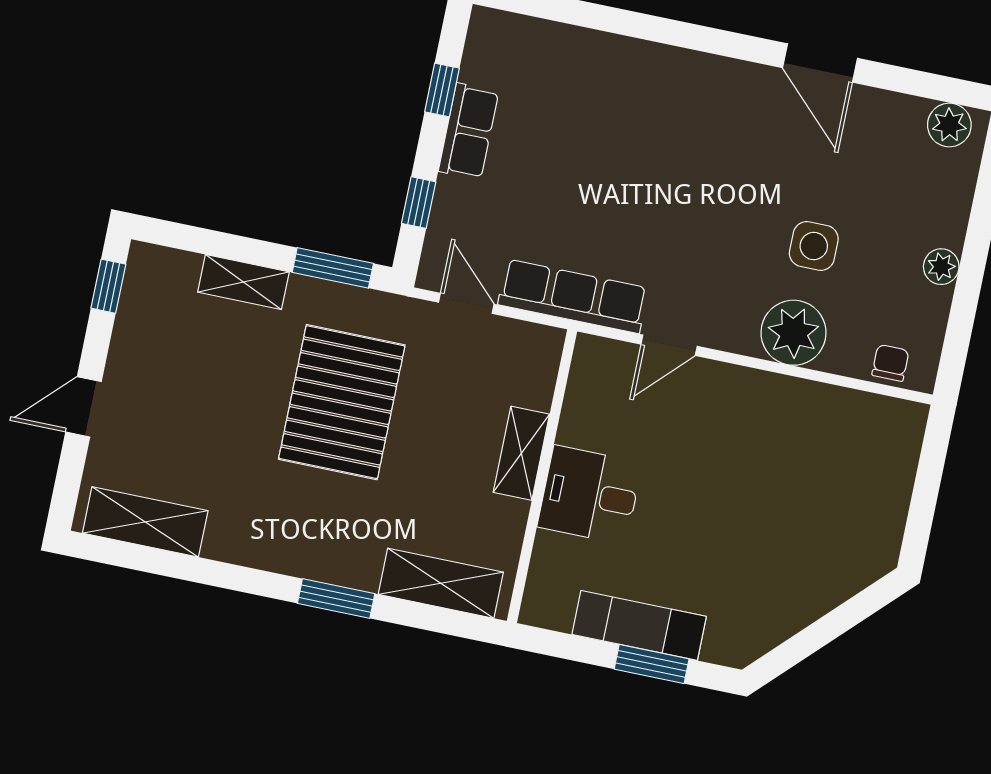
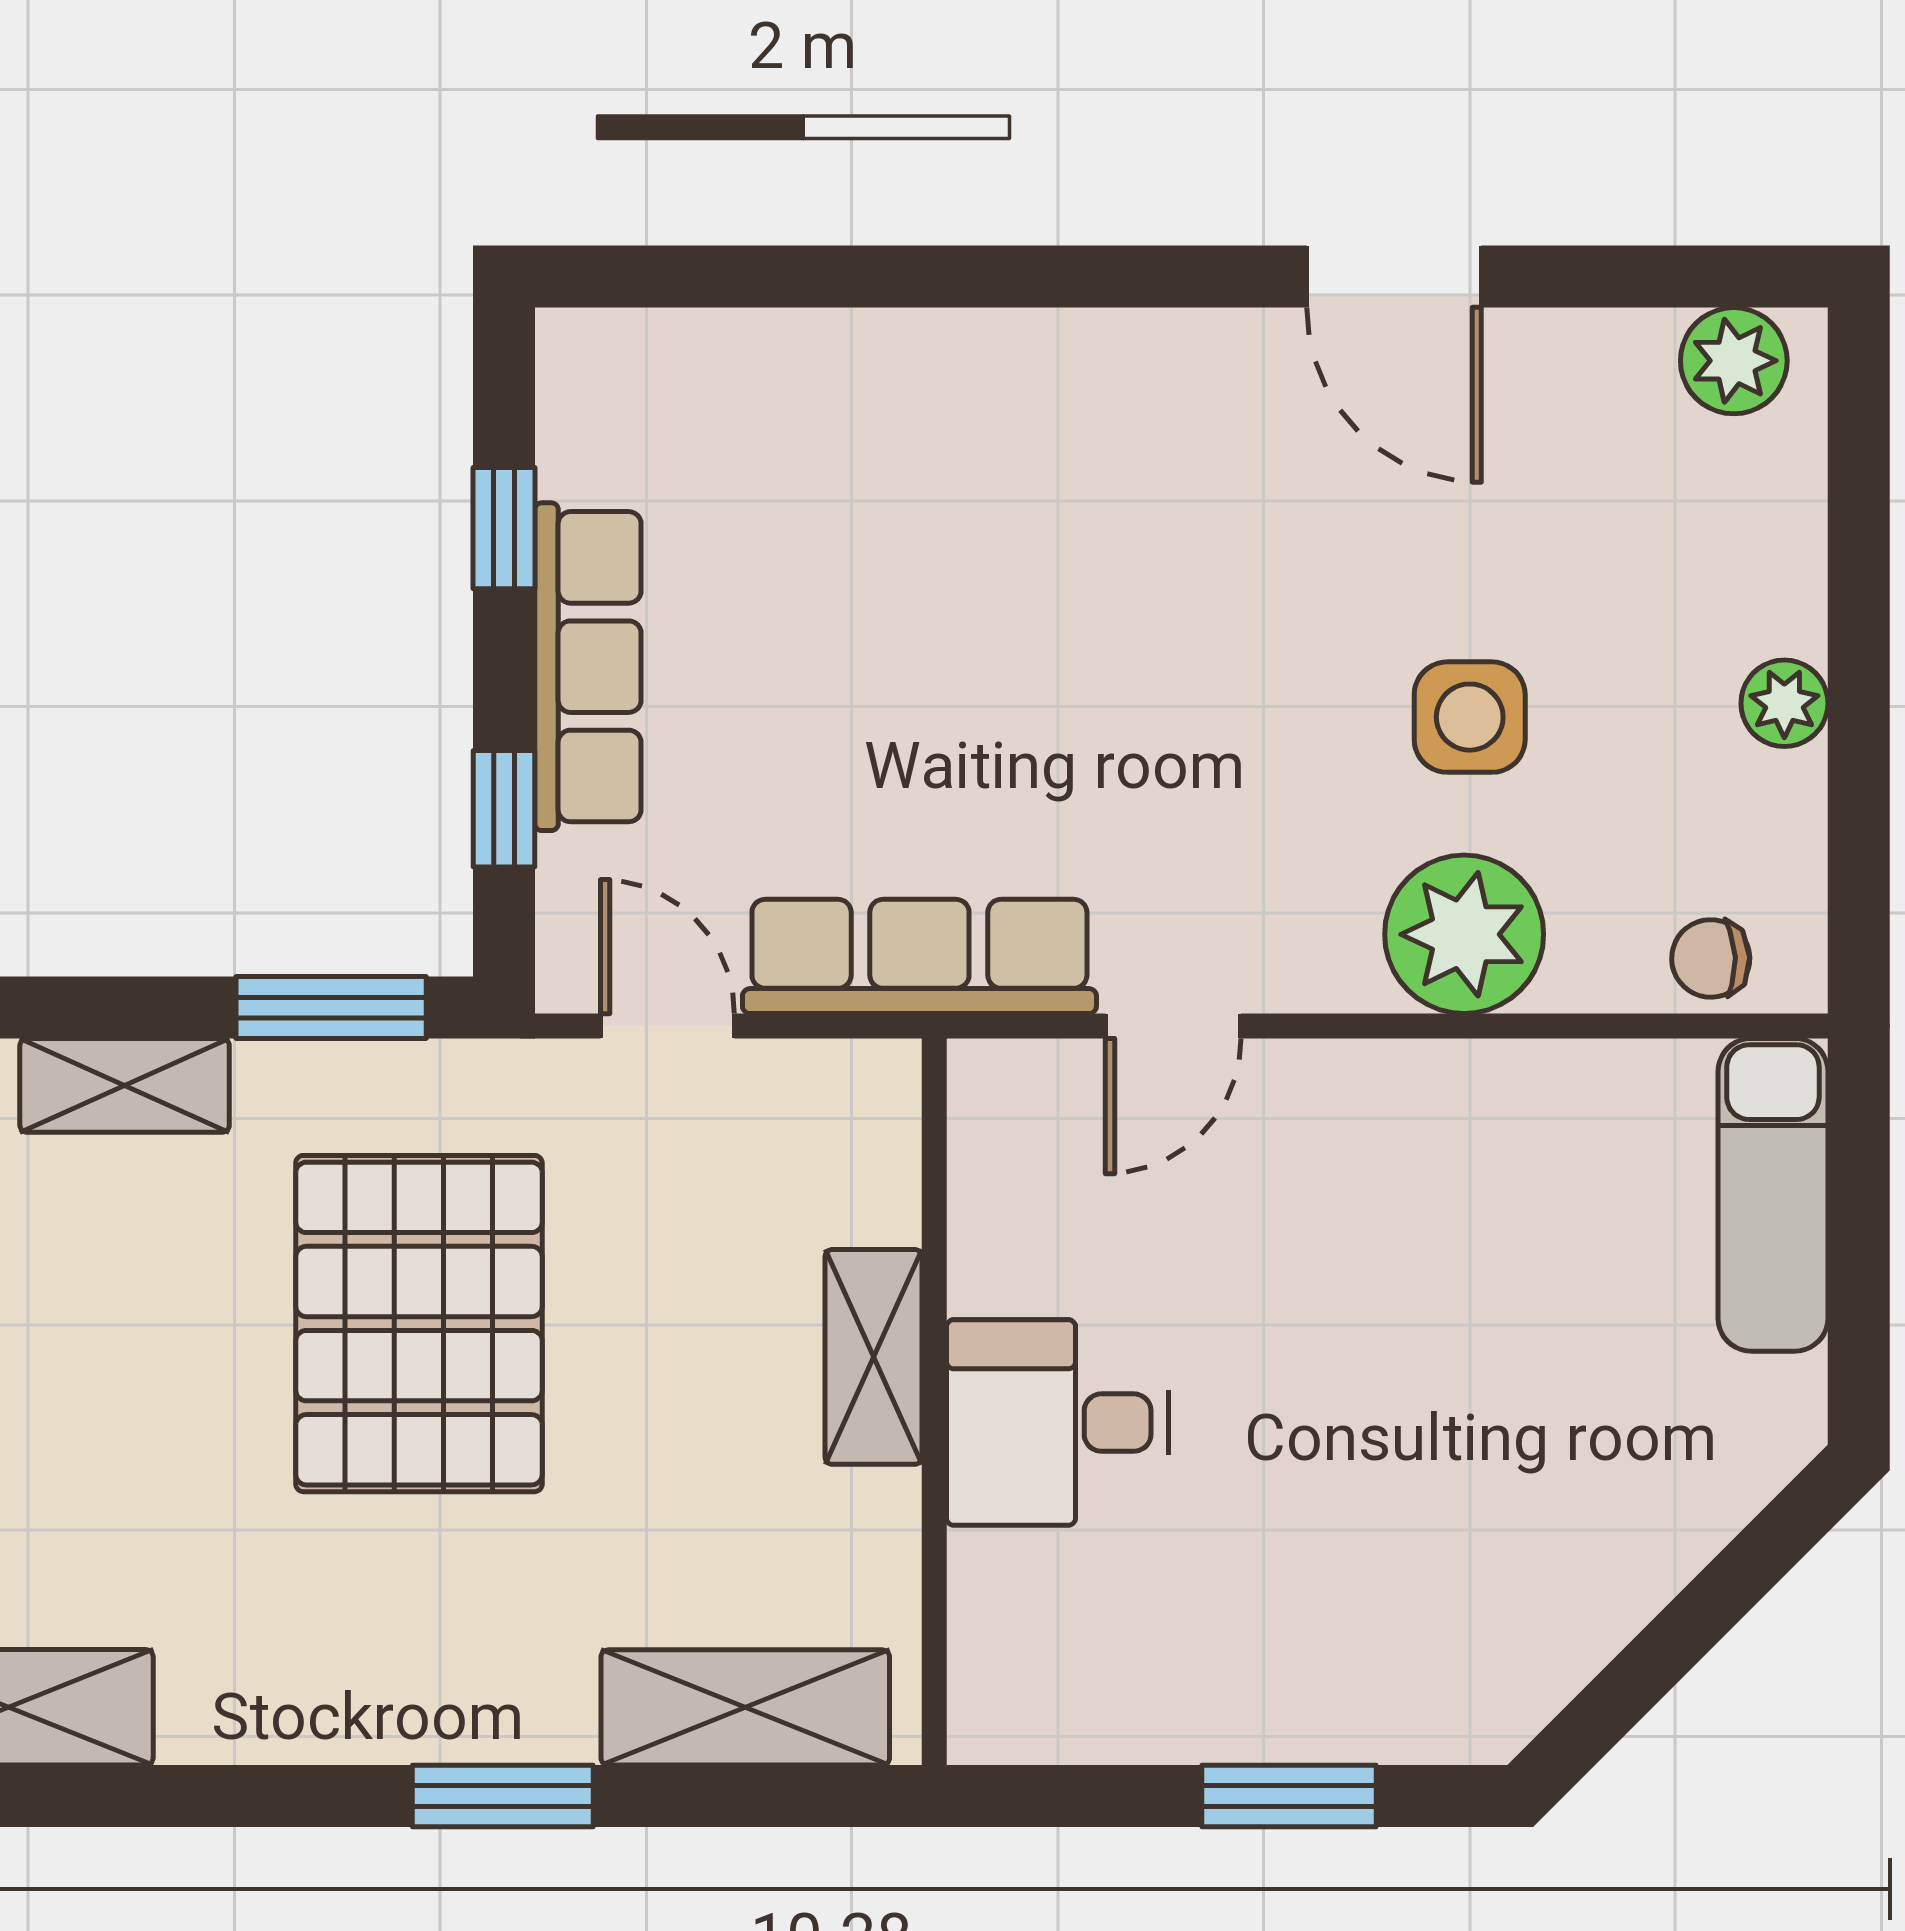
row of seats: (469, 131) -> (588, 667), width x1.48
chair: (890, 363) -> (1711, 958), turned -92
exam couch: (639, 625) -> (1773, 1195), moved, turned -90

